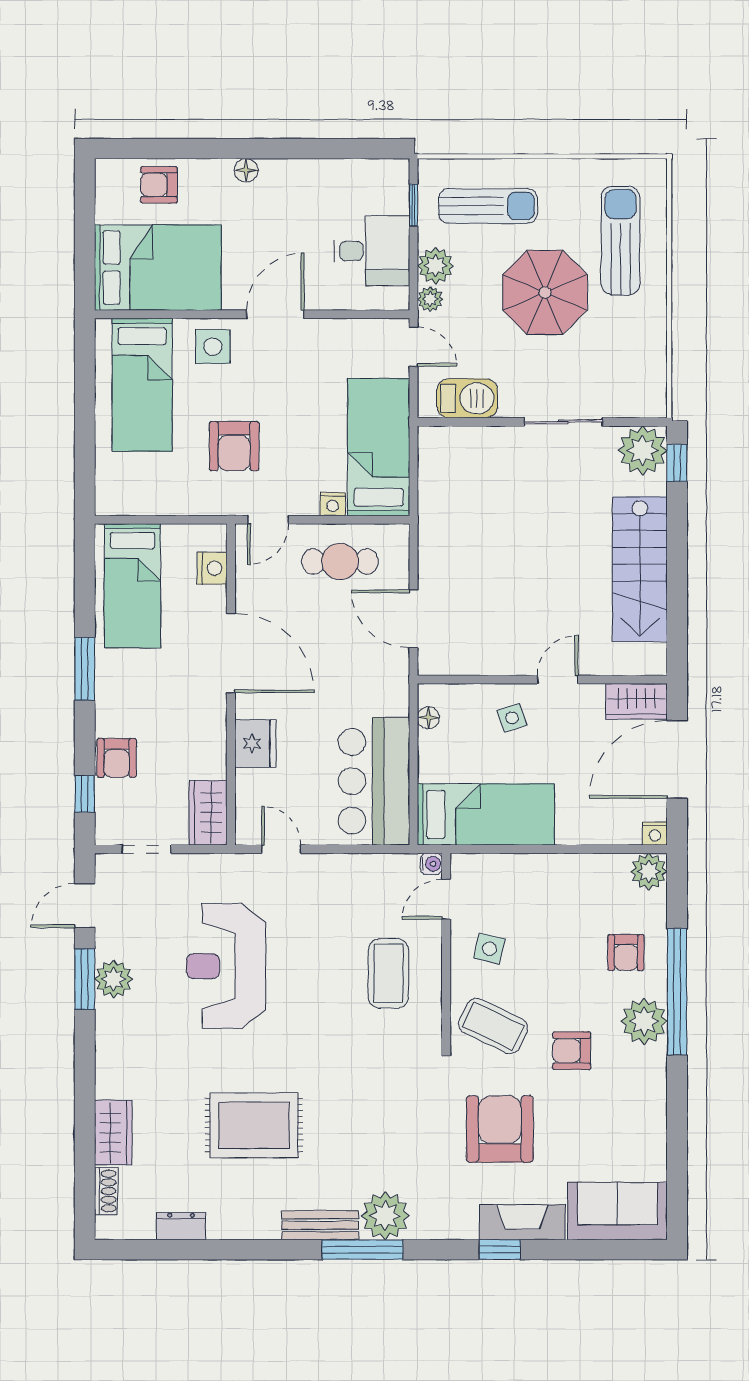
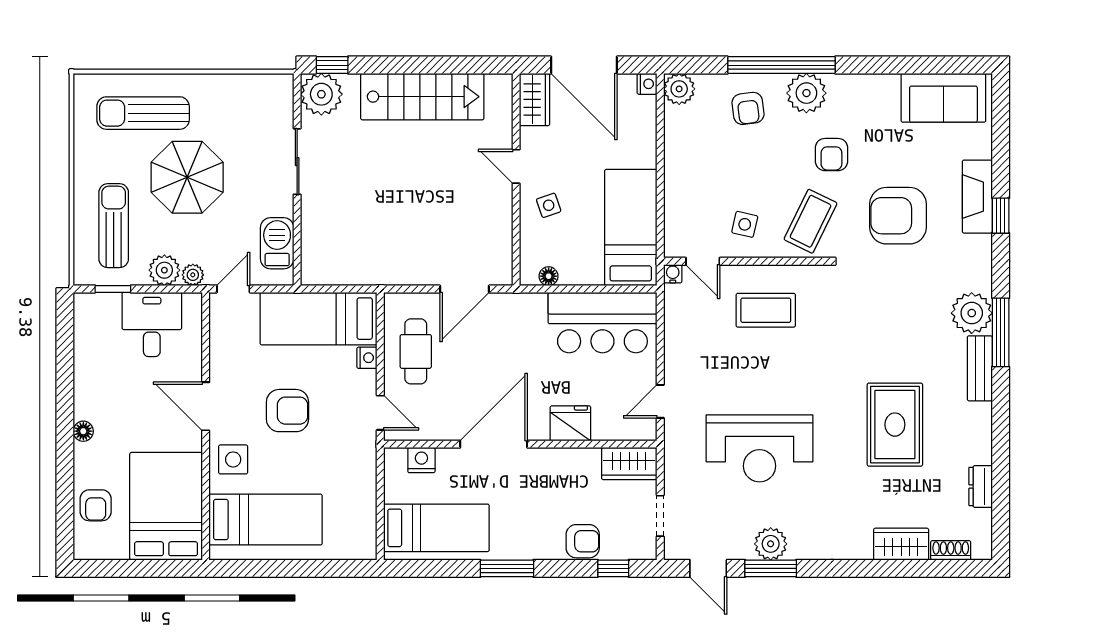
armchair: (234, 446) -> (287, 411), moved
armchair: (626, 952) -> (748, 108), turned 83
sofa: (617, 1211) -> (943, 98), moved, turned -90

